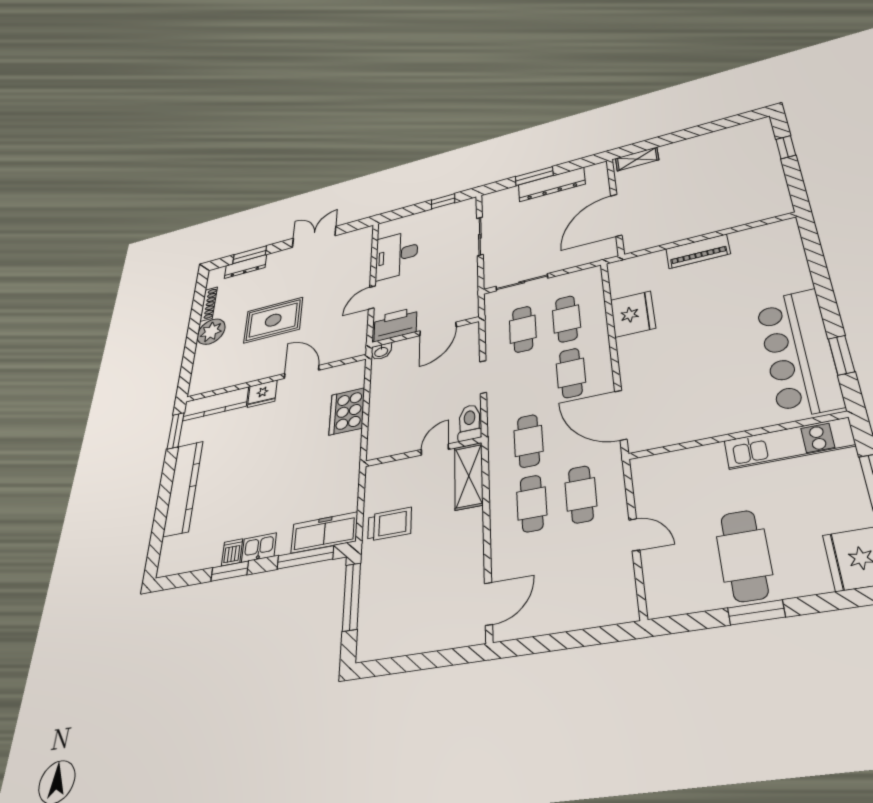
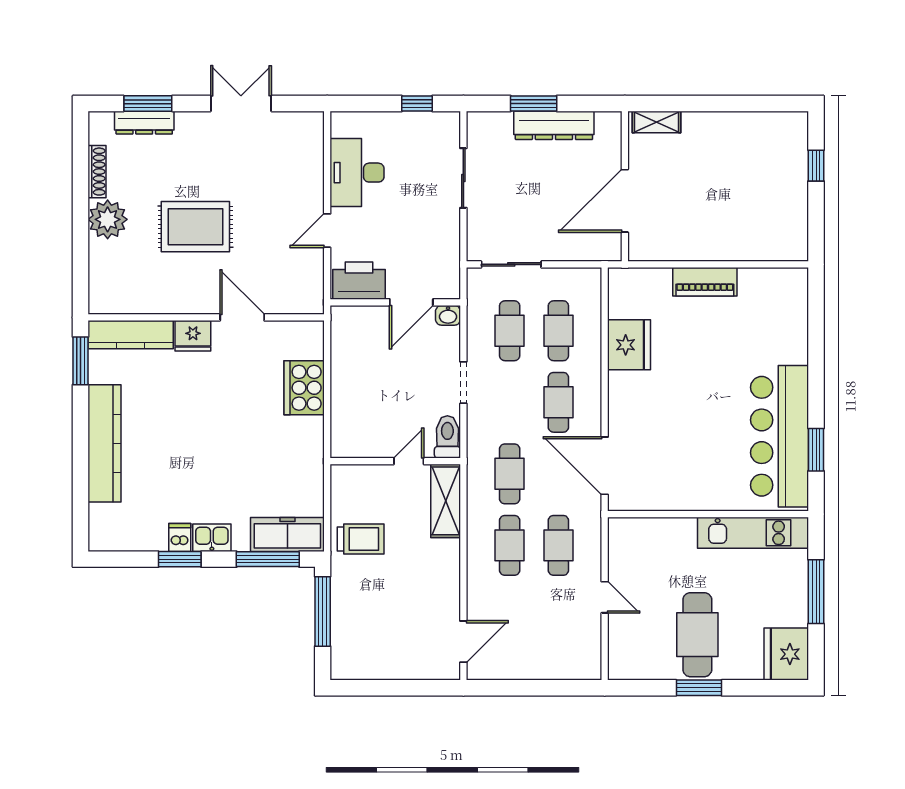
washbasin: (381, 352) -> (448, 315), moved

